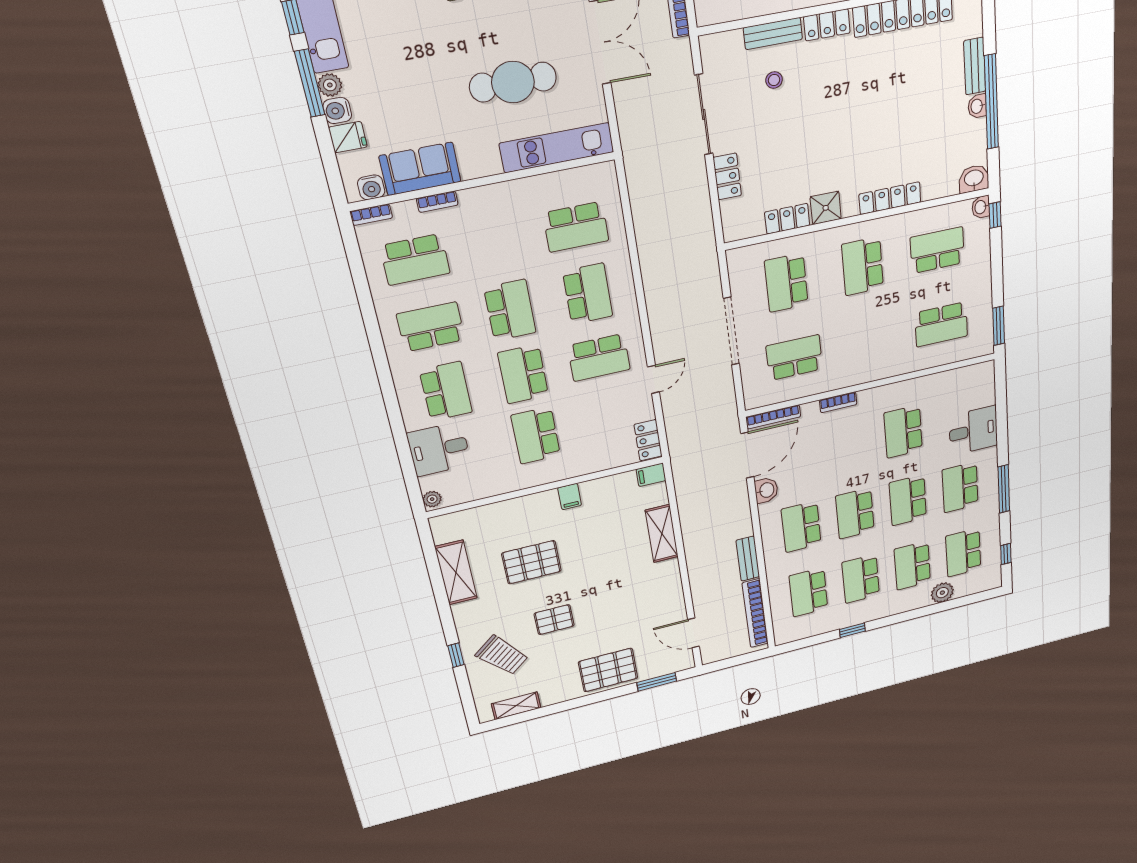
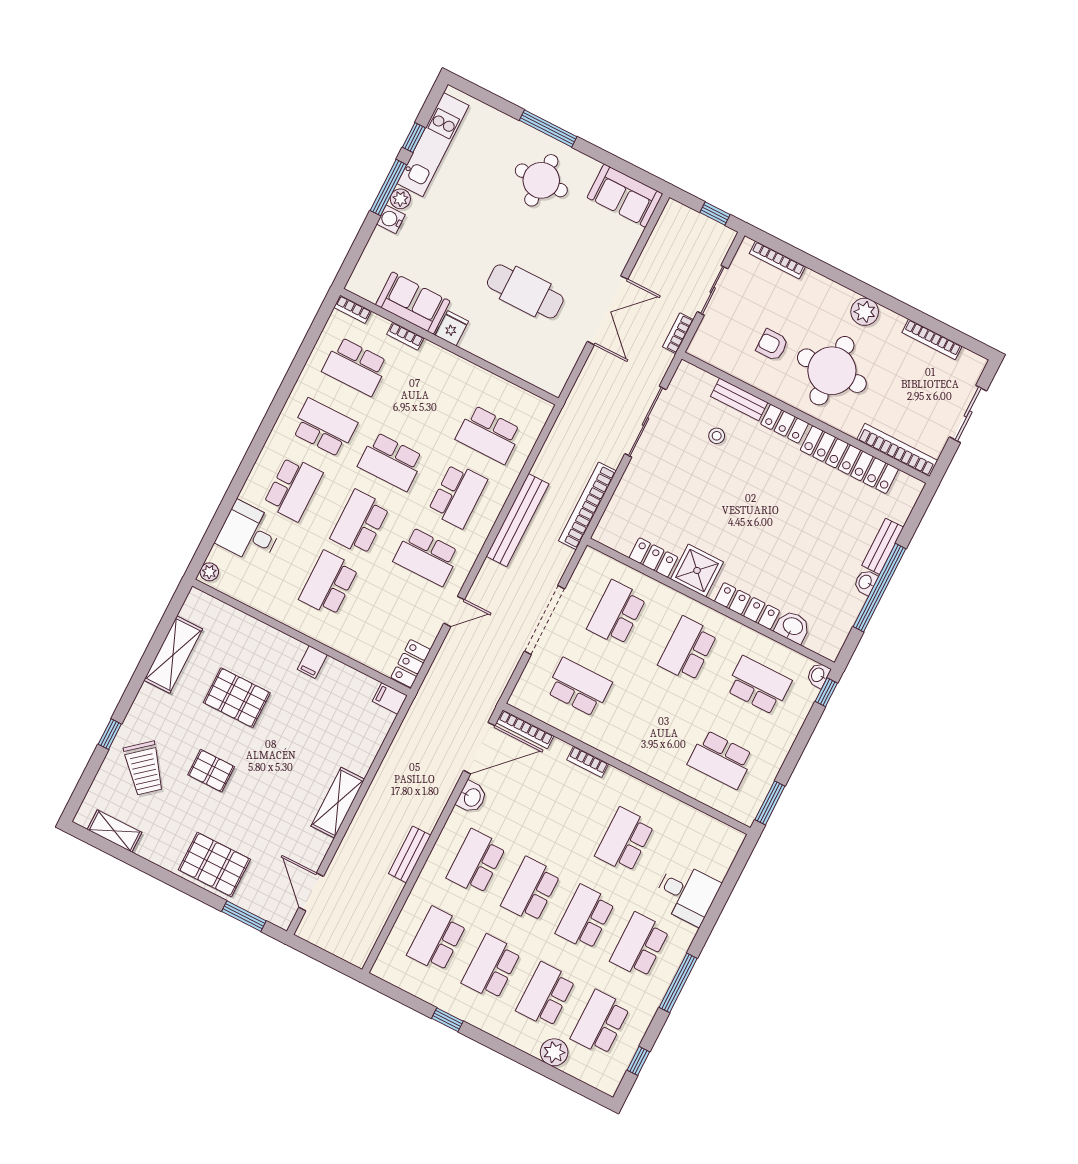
fridge: (348, 137) -> (452, 328), moved, turned -90
kitchen unit: (557, 148) -> (520, 363), removed
locker: (727, 176) -> (630, 485), removed
washbasin: (974, 179) -> (793, 627), moved
water cooler: (371, 187) -> (369, 290), removed
shower: (826, 208) -> (697, 570), width x1.36, depth x1.36
bench: (653, 275) -> (518, 520), added
school desk: (510, 310) -> (391, 462), turned 90
shelving: (662, 534) -> (338, 803), moved
bookcase: (755, 613) -> (587, 506), moved

